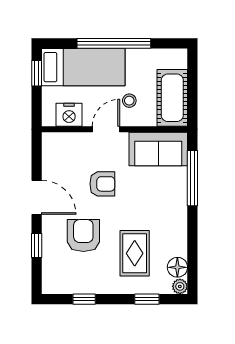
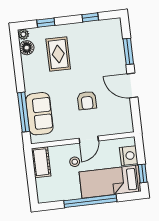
cot: (172, 98) -> (41, 162), width x0.73, depth x0.75
nightstand: (69, 115) -> (129, 156), moved, turned 90
sofa: (158, 149) -> (39, 114), moved, turned 90
armchair: (102, 184) -> (87, 100), turned -90
armchair: (83, 236) -> (96, 62), removed
window: (37, 245) -> (128, 51), width x1.50

